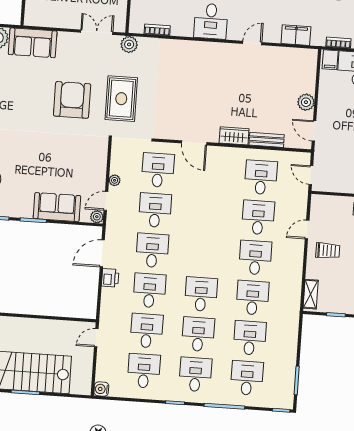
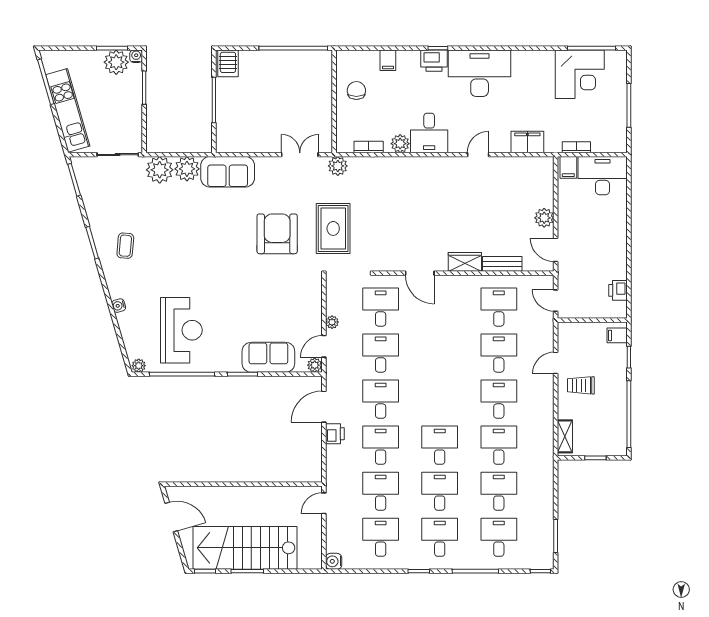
plant: (185, 29) -> (400, 144), added
trolley: (328, 251) -> (581, 385), turned 180

